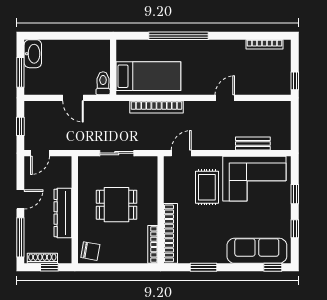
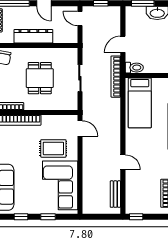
bookcase: (156, 107) -> (116, 77), moved
bench: (253, 143) -> (115, 194), moved

